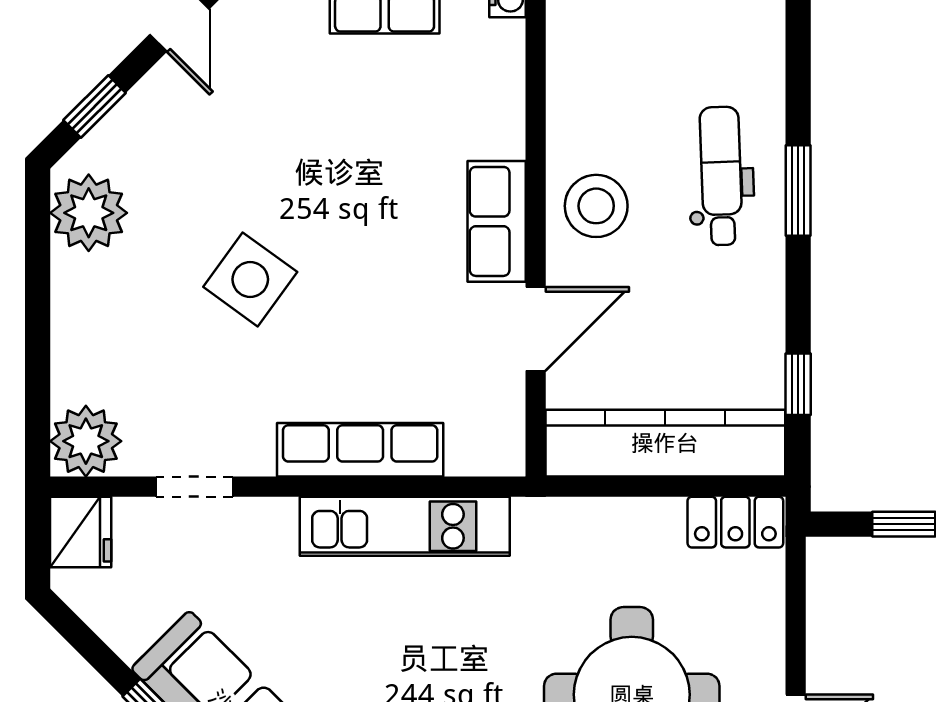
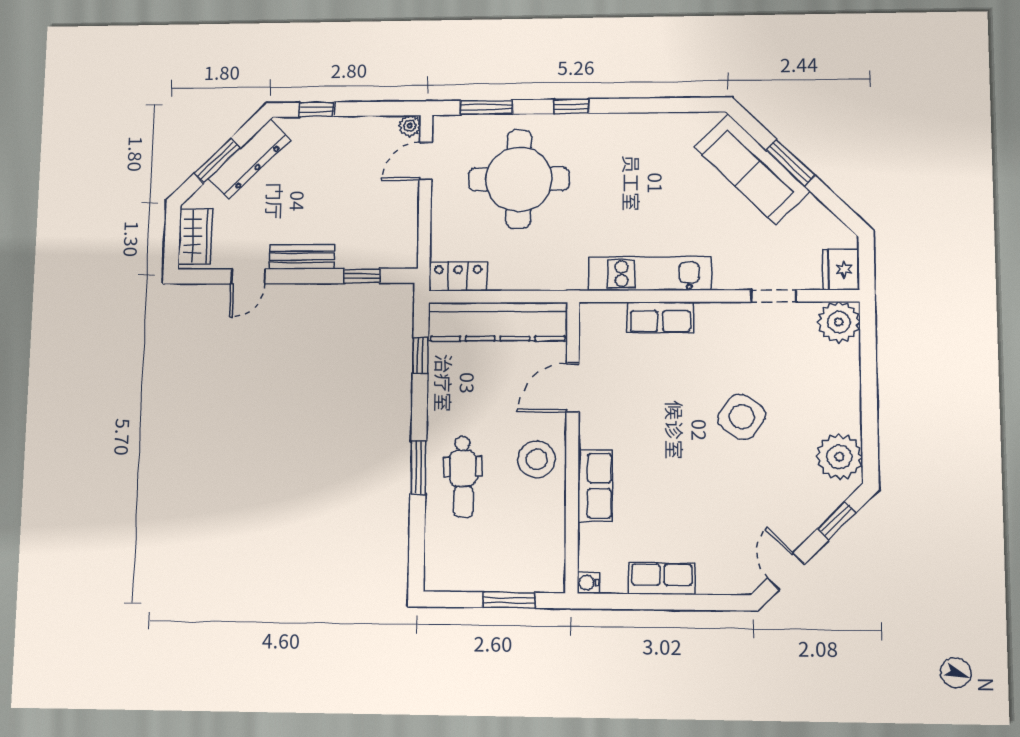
row of seats: (497, 221) -> (595, 486), moved
row of seats: (360, 450) -> (660, 317), width x0.68

